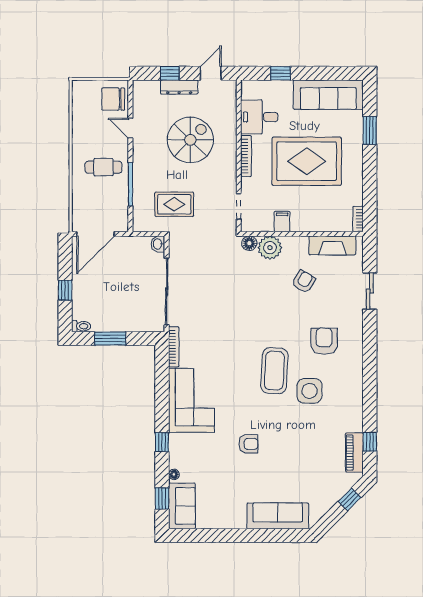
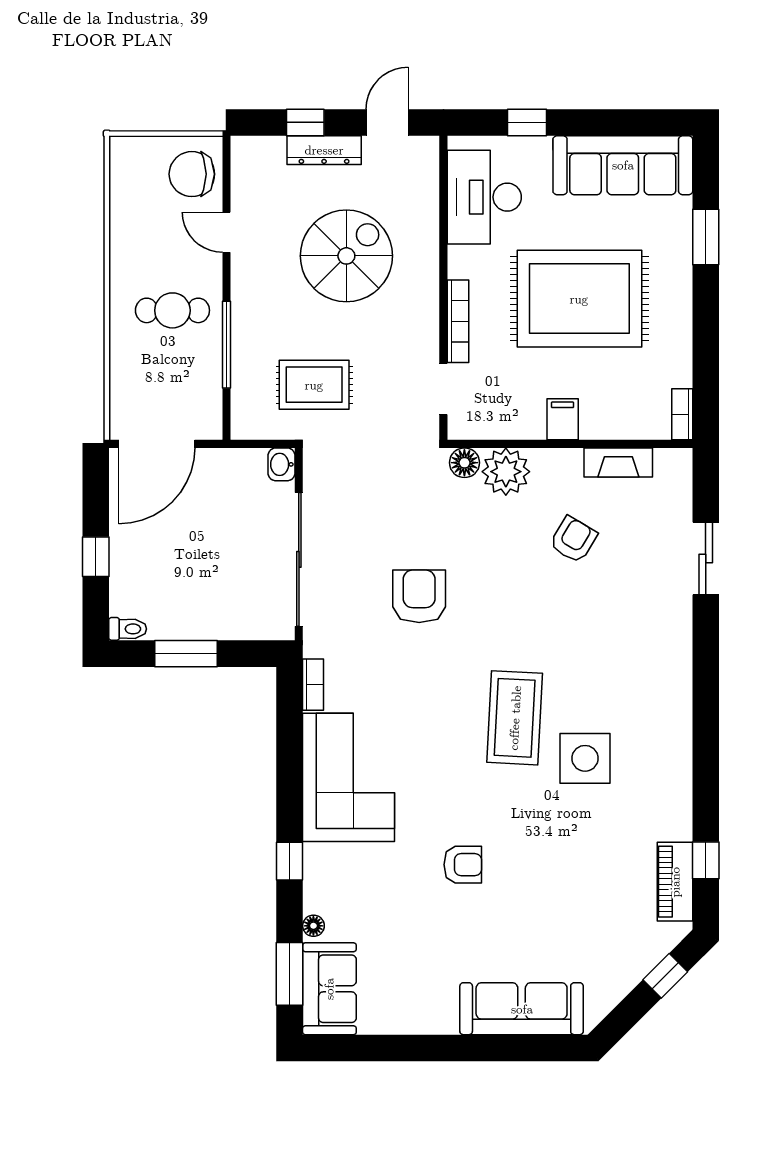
desk: (259, 117) -> (484, 197), width x1.37
bookcase: (246, 156) -> (458, 321), moved
filing cabinet: (282, 222) -> (563, 419), moved
fireplace: (332, 245) -> (618, 462), width x0.73, depth x0.76
armchair: (324, 341) -> (419, 596), moved
bookcase: (174, 347) -> (313, 685), width x0.64
window: (162, 498) -> (290, 974), width x1.50

